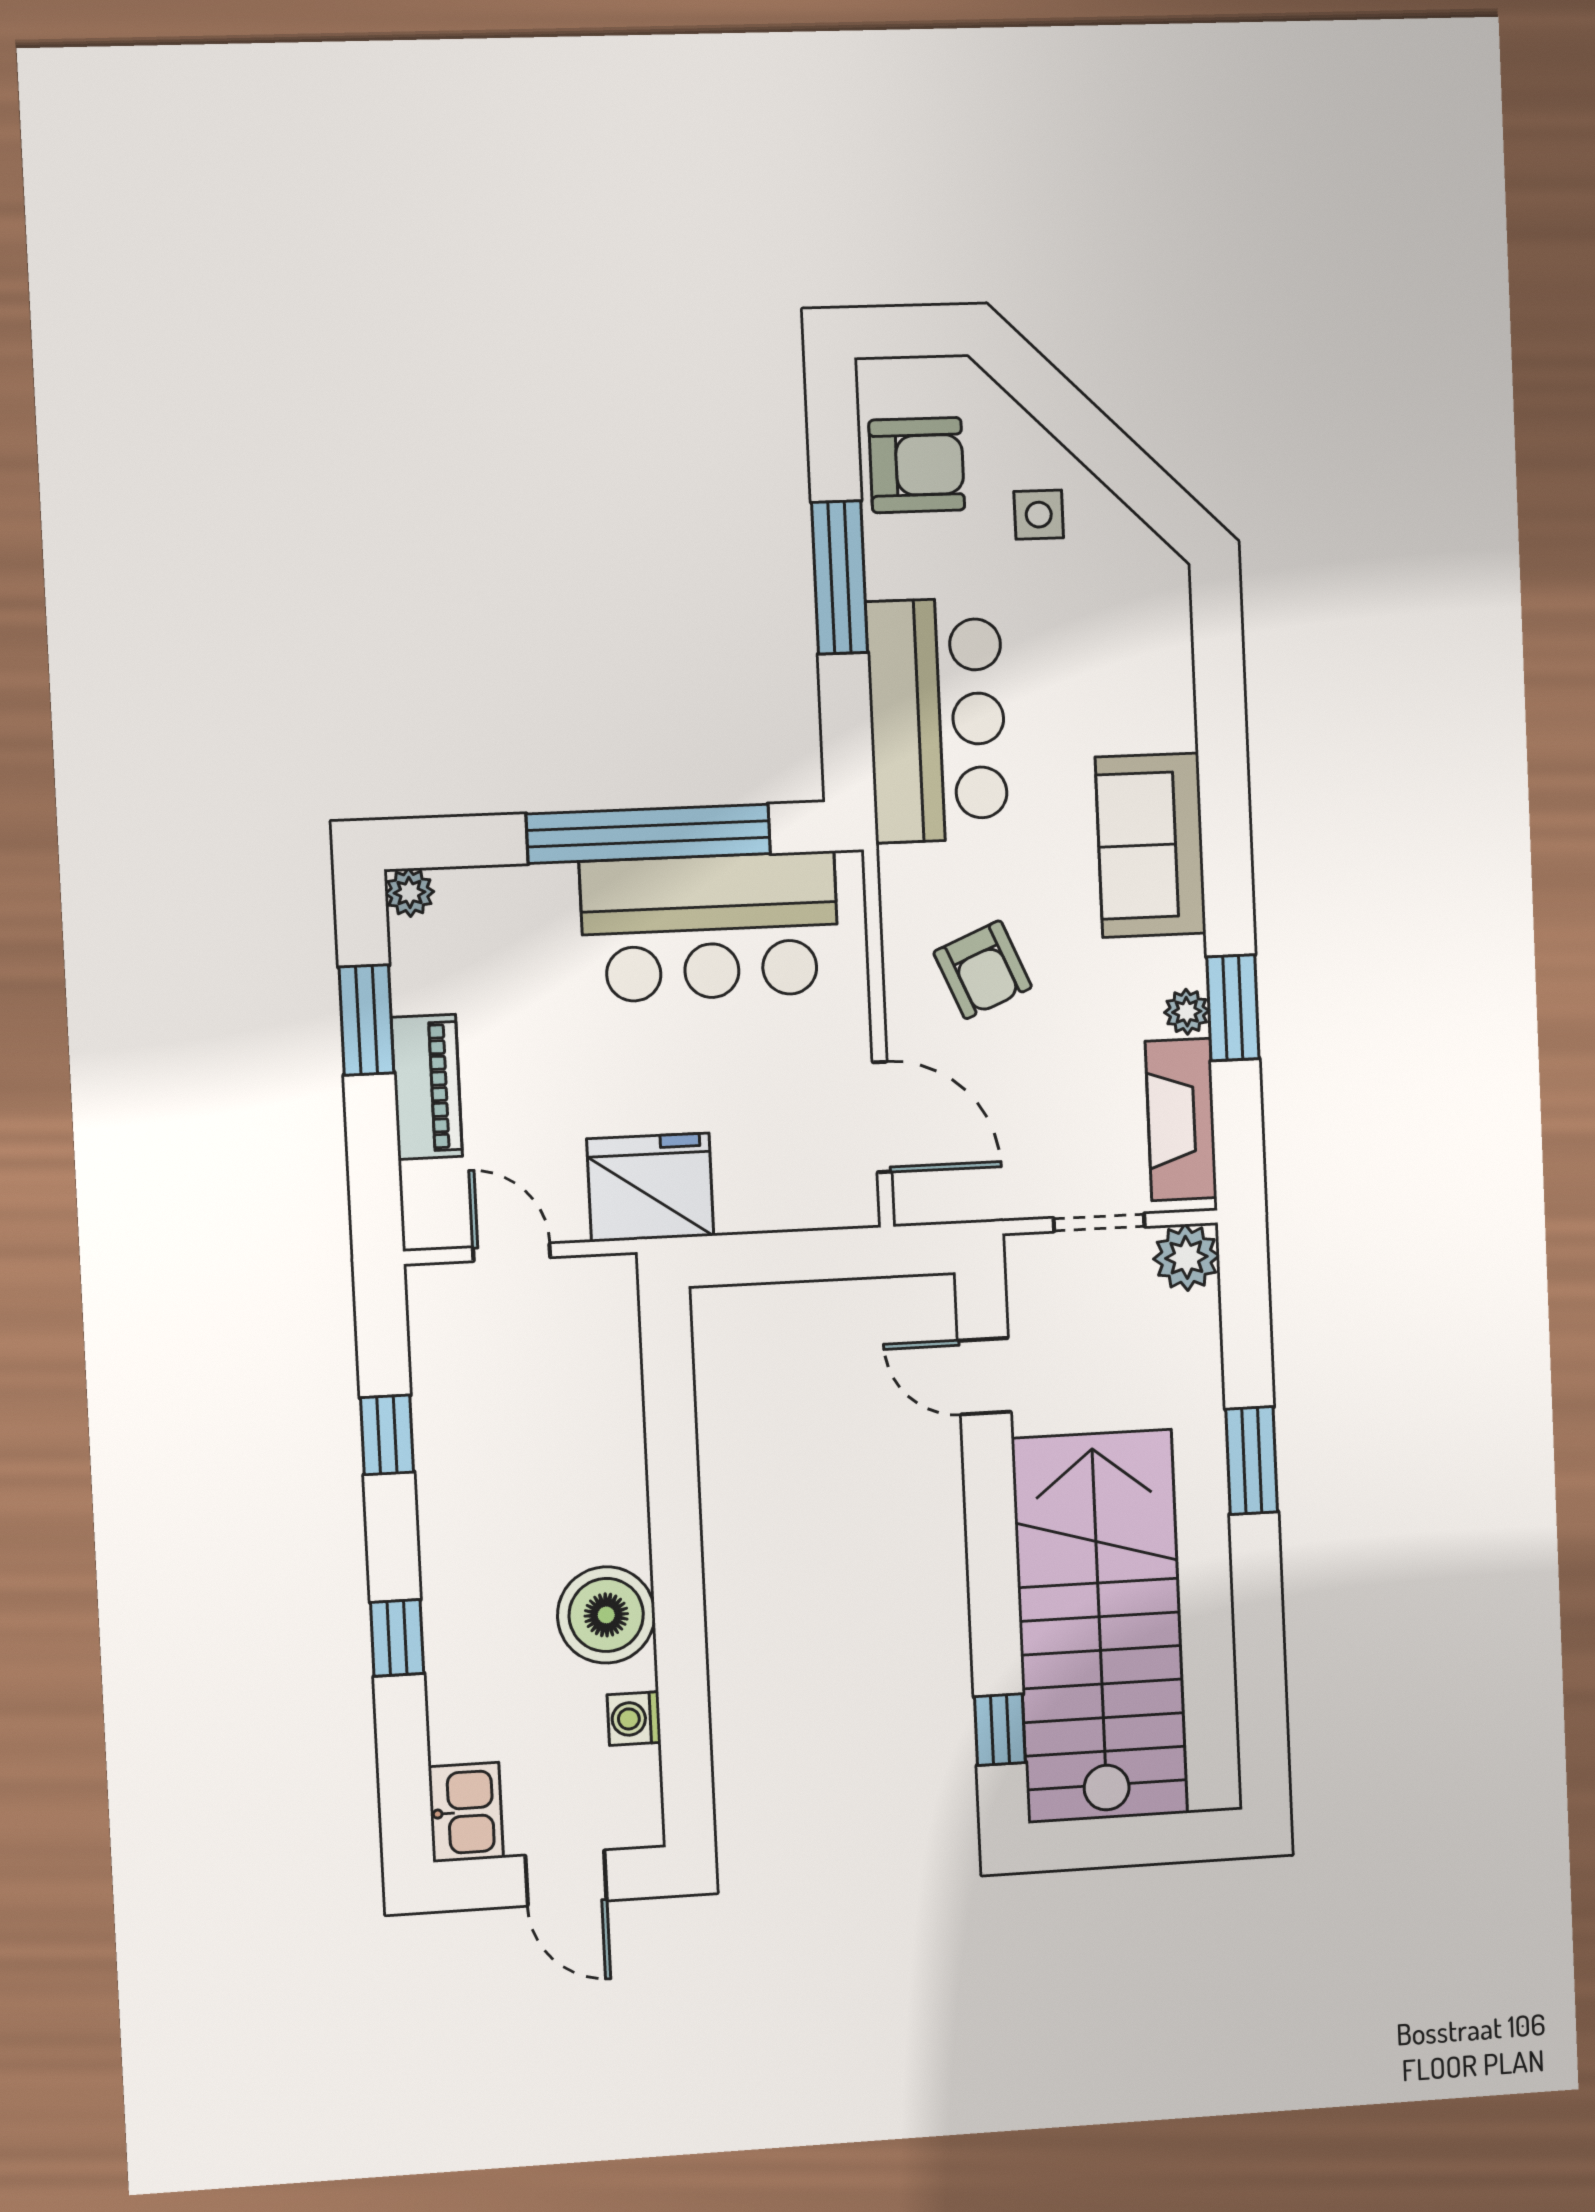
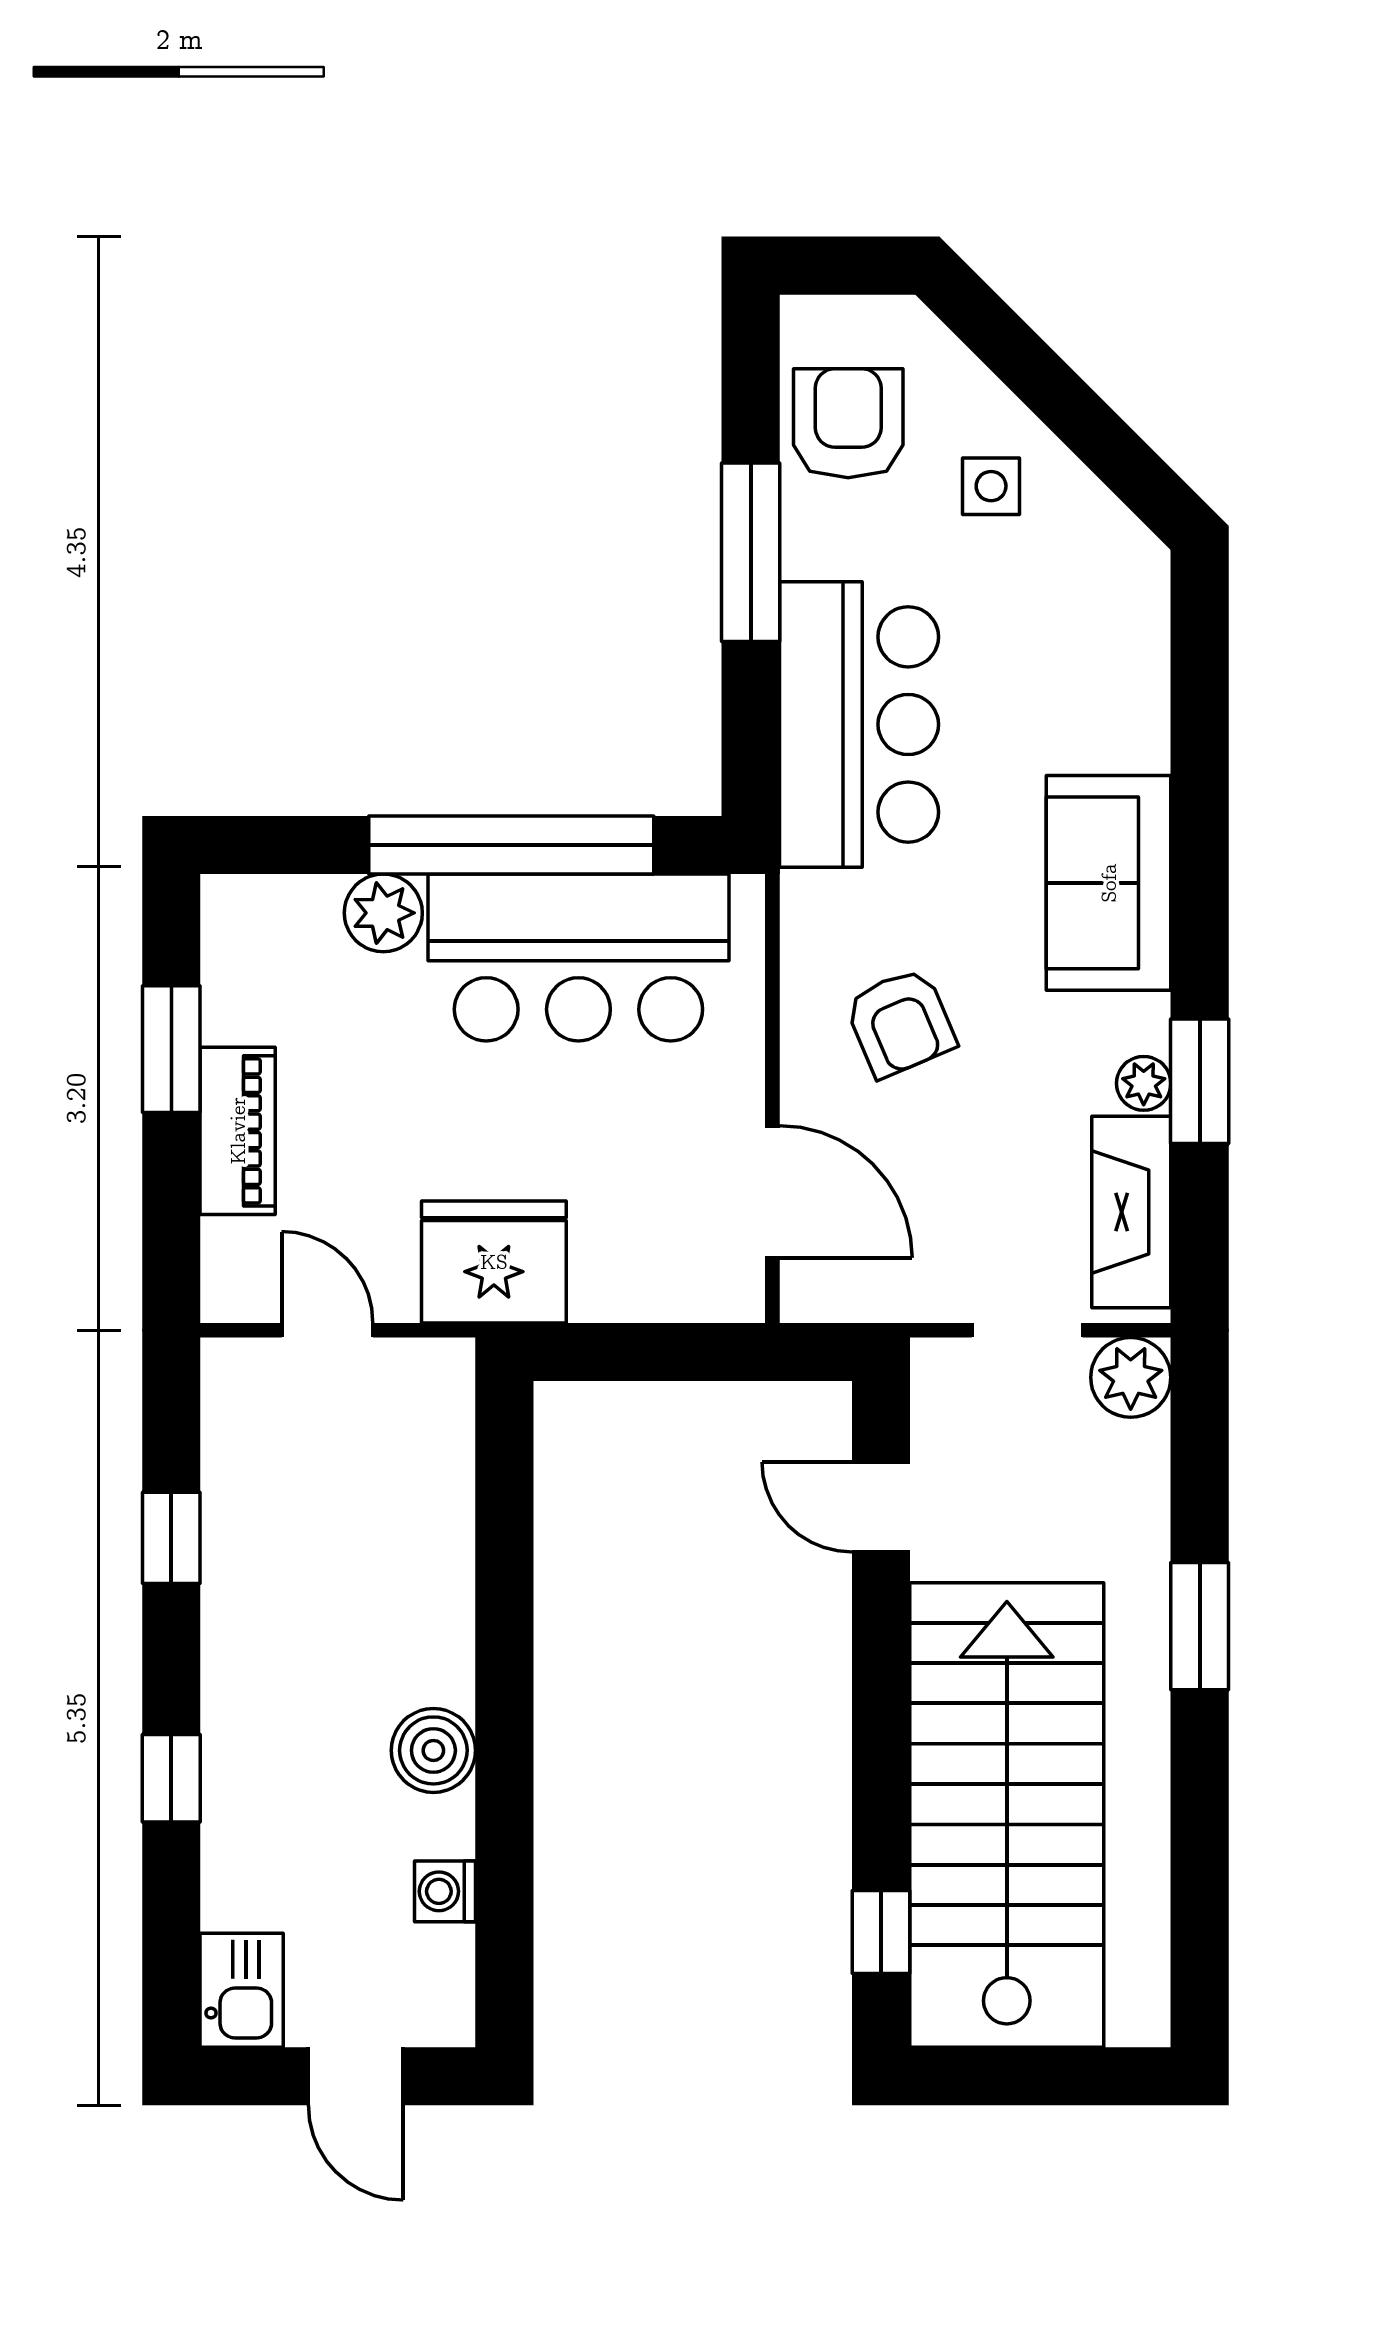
armchair: (917, 465) -> (848, 423), turned -90
plant: (409, 893) -> (383, 913), moved, width x1.38, depth x1.38
boiler: (606, 1615) -> (433, 1750), width x0.73, depth x0.73

